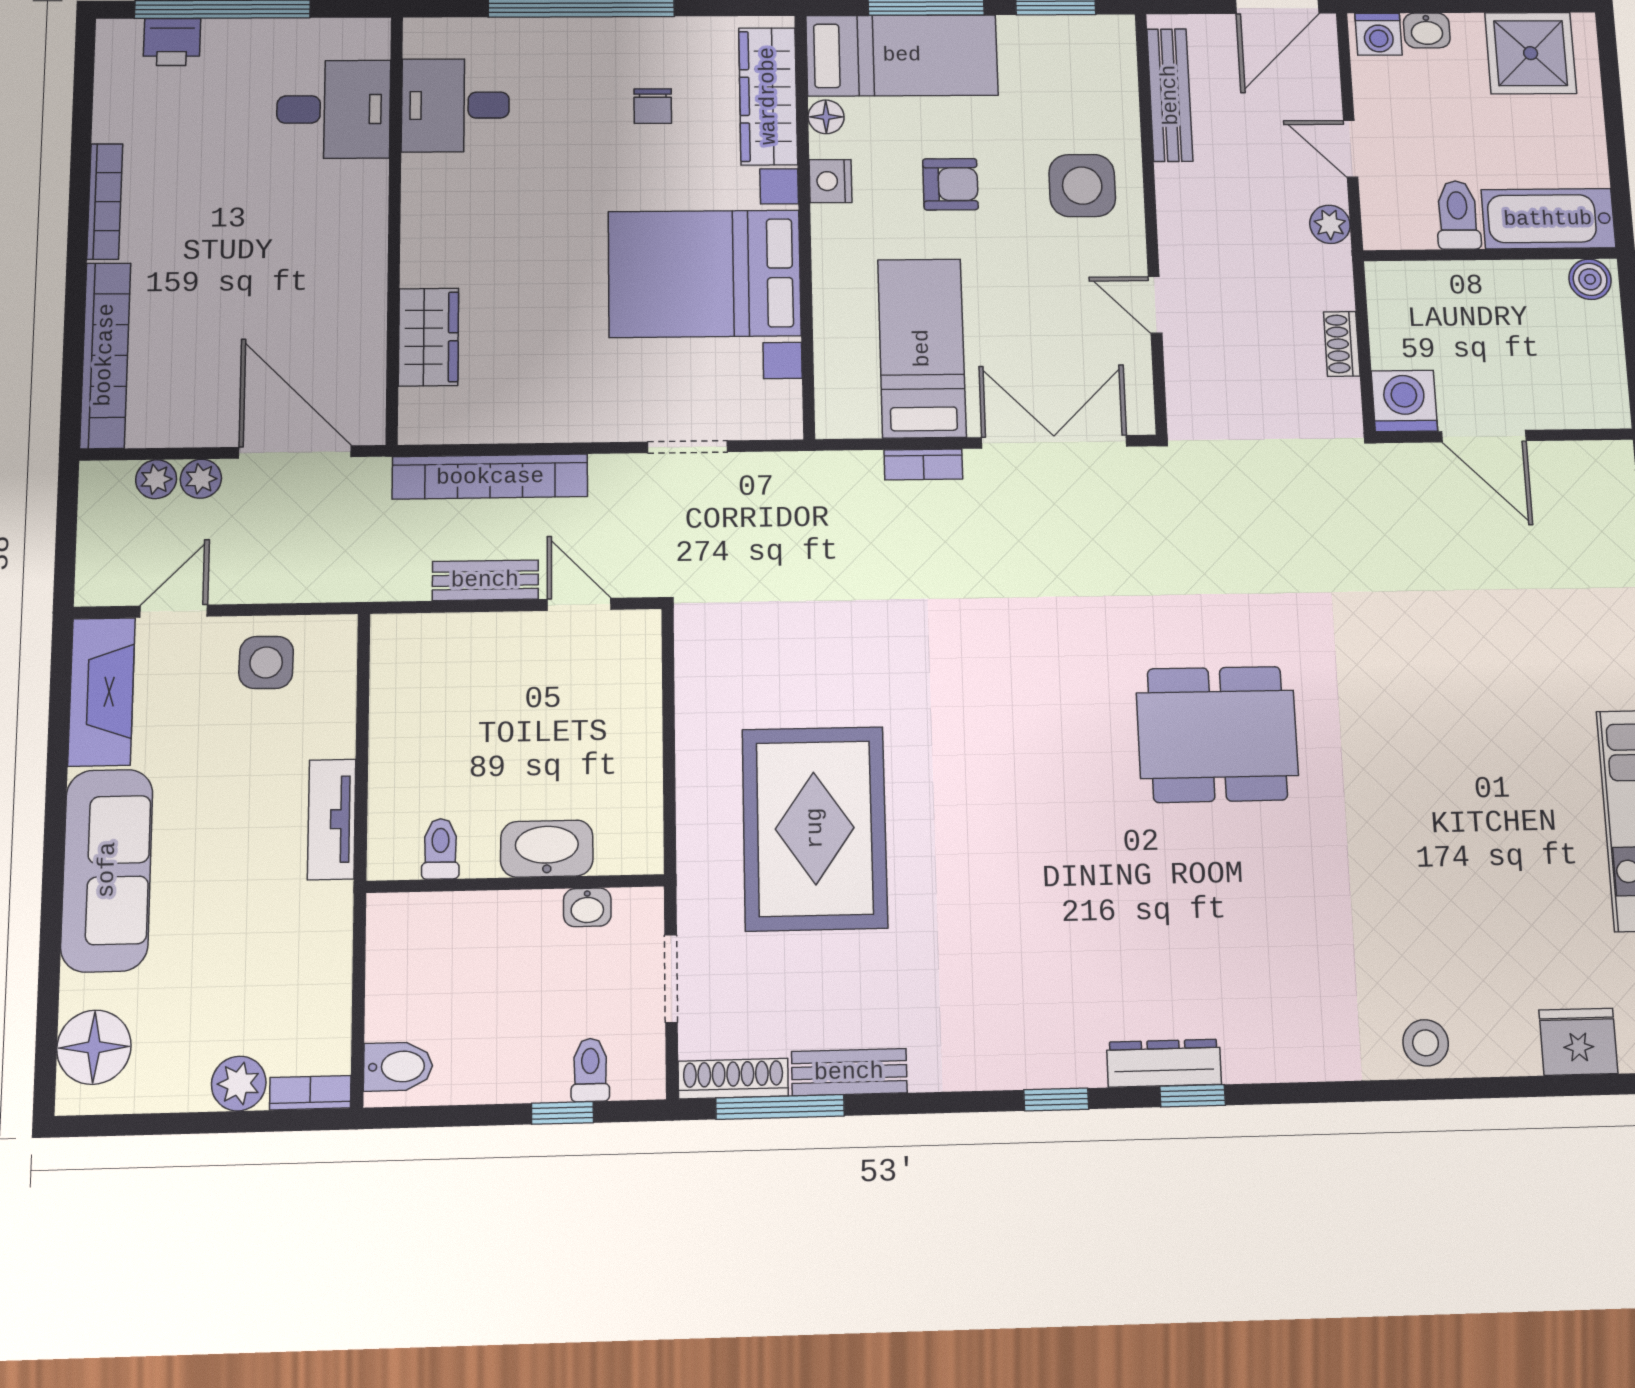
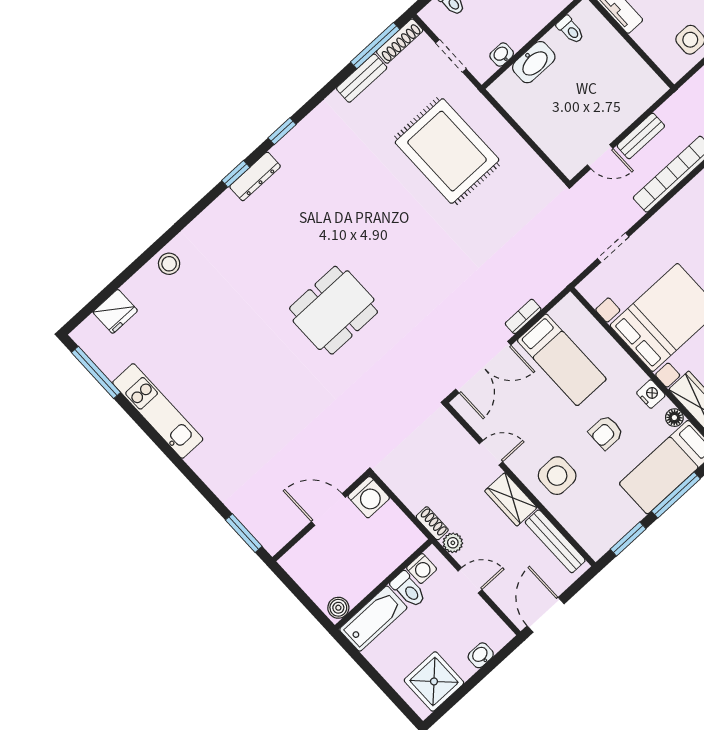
washing machine: (1379, 34) -> (422, 568), moved, turned 180
wardrobe: (1184, 212) -> (511, 499), added
shoe rack: (1342, 344) -> (432, 523), moved

